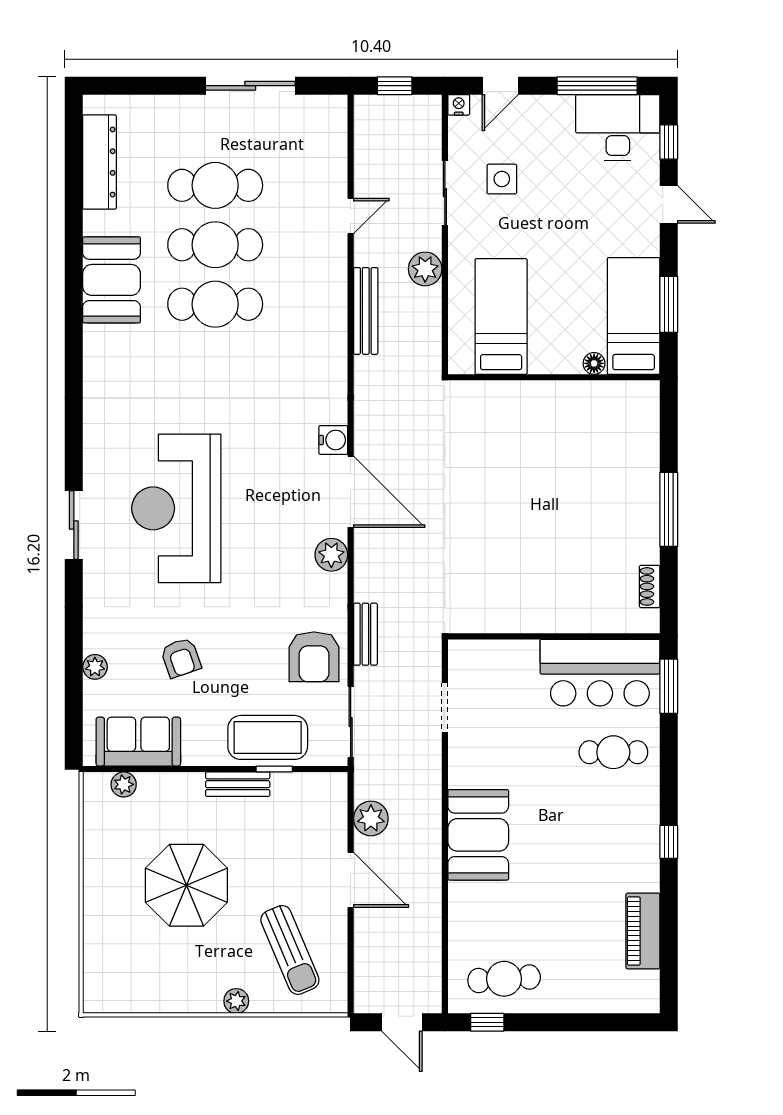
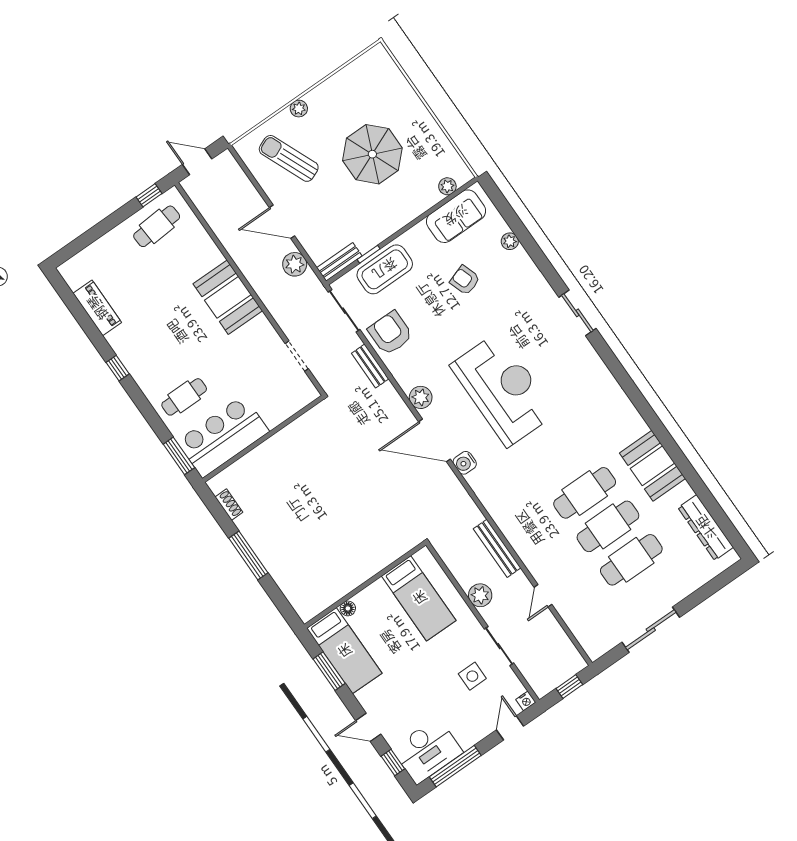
reception desk: (176, 508) -> (503, 389), moved
bench: (238, 784) -> (339, 262), moved

